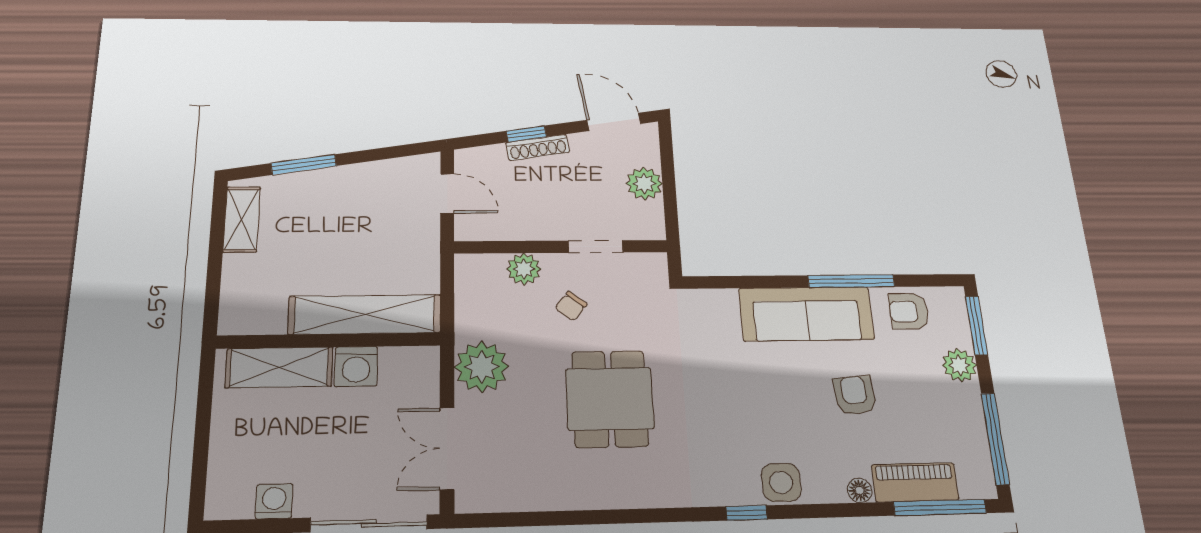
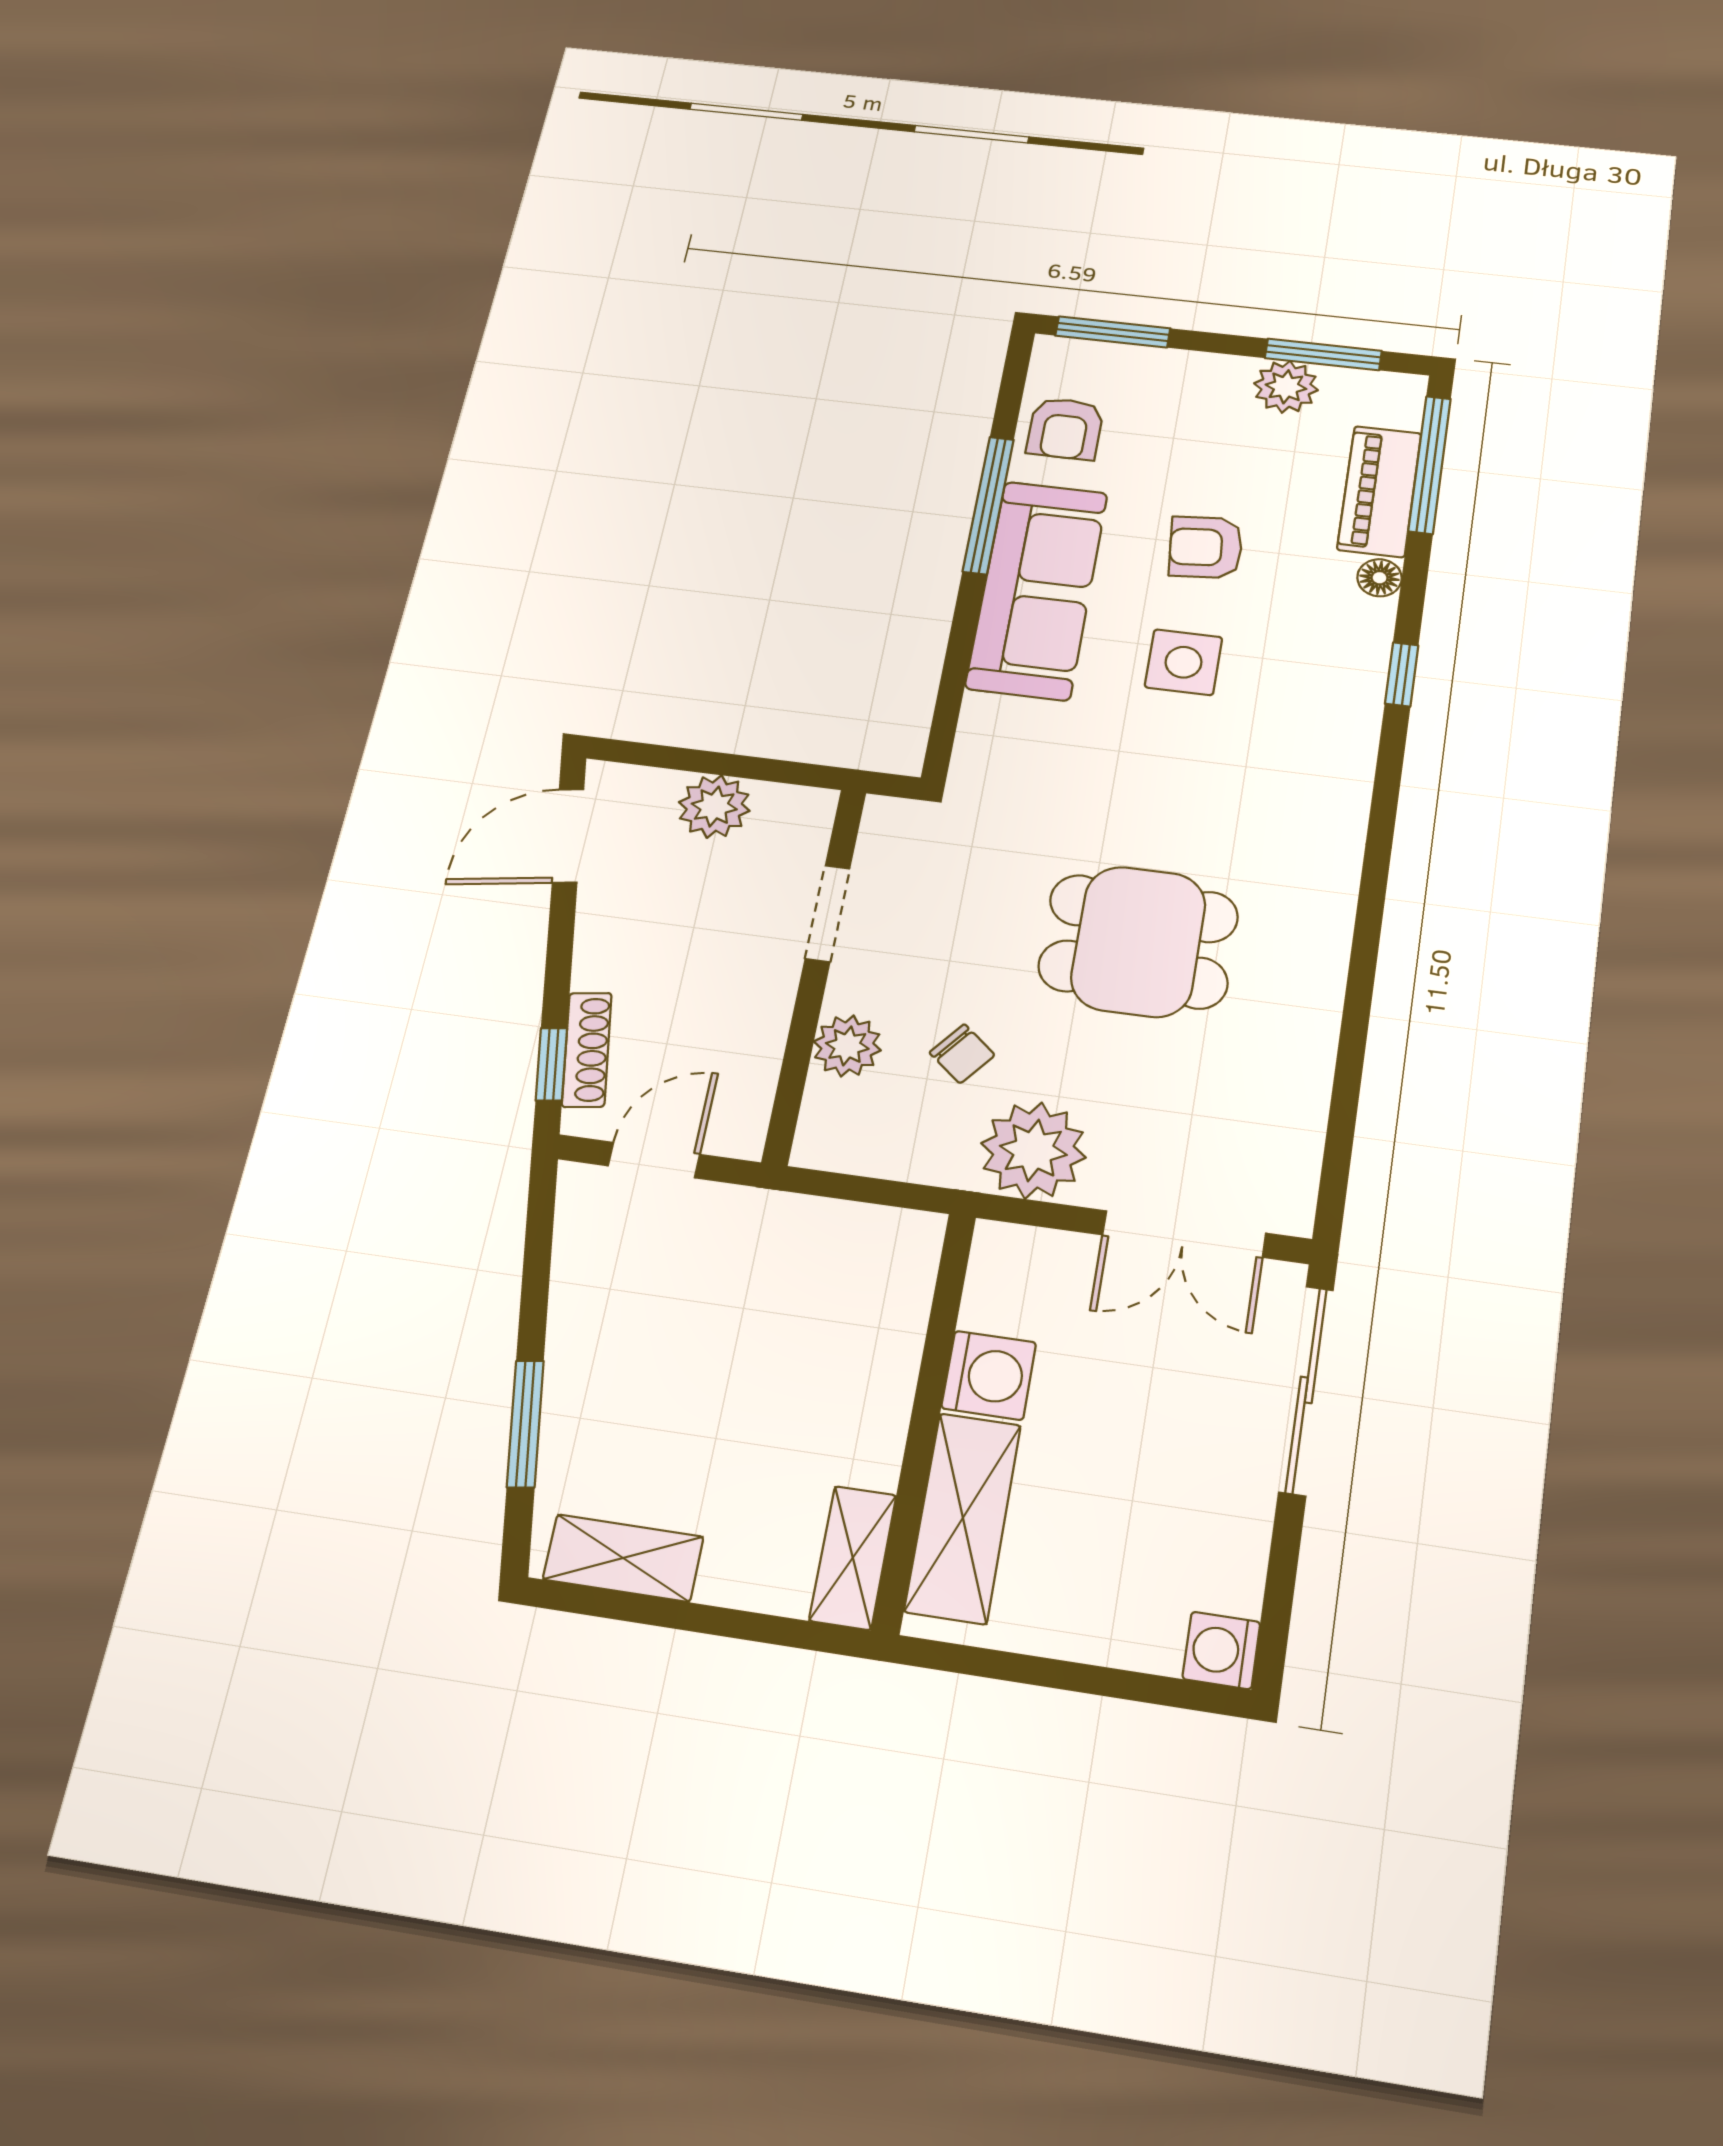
window: (526, 134) -> (551, 1064), moved
shoe rack: (538, 147) -> (587, 1050), moved
chair: (571, 306) -> (962, 1054), moved
shelving: (365, 314) -> (853, 1558), moved, width x0.45, depth x0.75
plant: (959, 365) -> (1286, 387), moved
window: (995, 439) -> (1323, 354), width x0.69
side table: (781, 482) -> (1183, 662), moved
washing machine: (274, 501) -> (1221, 1650), moved
window: (747, 513) -> (1402, 674), moved

